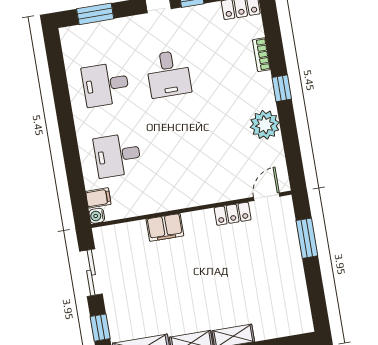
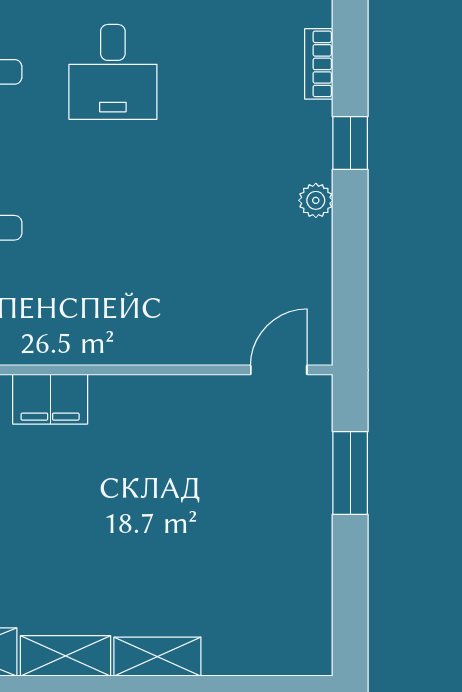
plant: (265, 125) -> (316, 200), width x0.53, depth x0.53
locker: (233, 214) -> (200, 394), removed

